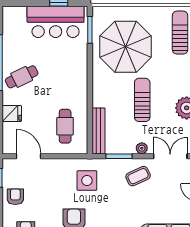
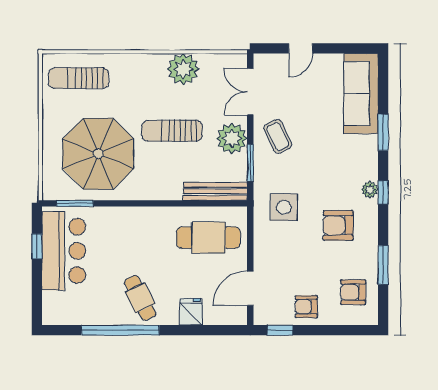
cafe table: (65, 126) -> (208, 238), width x1.37, depth x1.35
plant: (142, 148) -> (232, 138), width x1.88, depth x1.88

